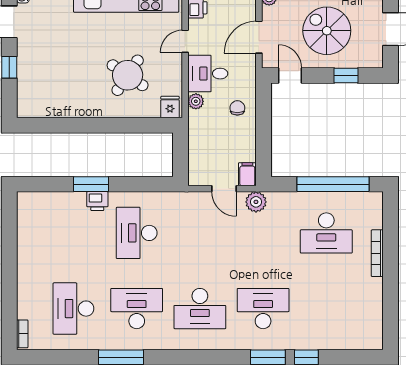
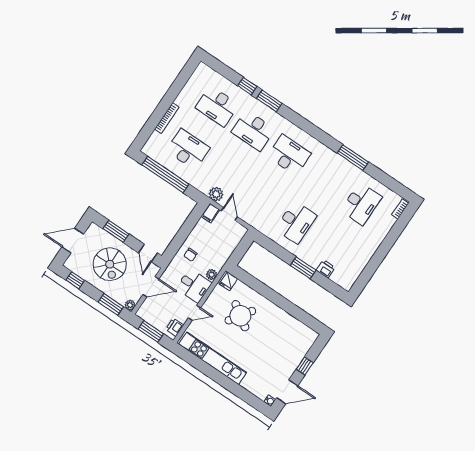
window: (346, 75) -> (116, 231), width x1.50
printer: (97, 201) -> (326, 269), moved
desk: (137, 309) -> (217, 106), moved

